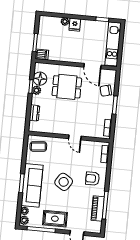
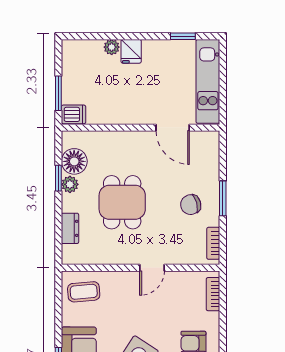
dining table: (67, 87) -> (122, 202), moved, turned 90
chair: (106, 91) -> (191, 205), moved
door: (75, 137) -> (152, 268), hinge flipped

